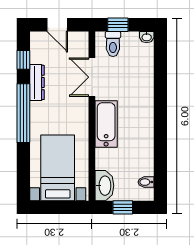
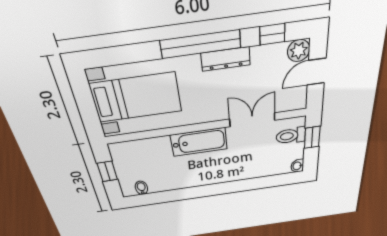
plant: (38, 40) -> (299, 51), added
dresser: (37, 82) -> (226, 59), moved
washbasin: (104, 186) -> (127, 150), removed

